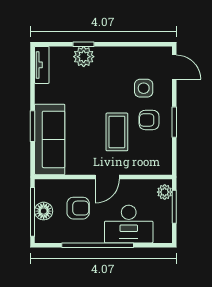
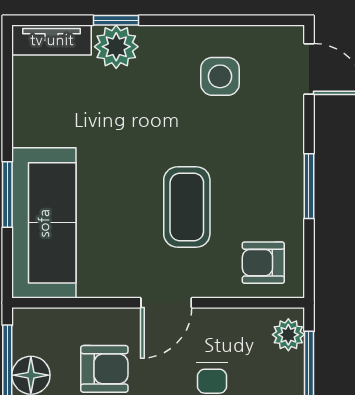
tv unit: (42, 65) -> (52, 40), moved, turned 90
side table: (144, 88) -> (220, 76), moved
armchair: (149, 120) -> (263, 263), moved

